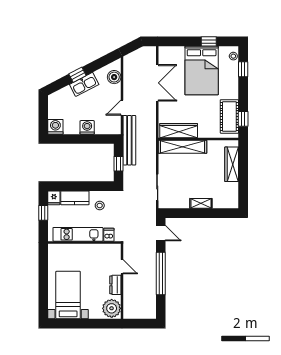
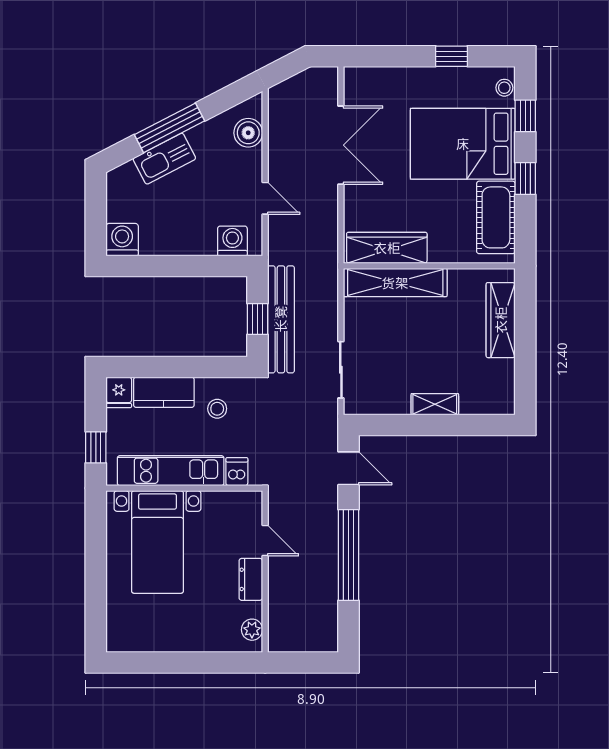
bed: (202, 71) -> (463, 144), moved, turned 90
window: (77, 75) -> (169, 128), width x2.17
kitchen sink: (84, 84) -> (164, 159), moved
door: (122, 108) -> (265, 198), swing flipped
window: (243, 119) -> (525, 178), moved
washing machine: (87, 127) -> (232, 241), moved
bench: (129, 140) -> (281, 319), moved
window: (43, 213) -> (96, 447), moved
bed with nightstands: (68, 295) -> (158, 542), moved, turned 180
plant: (112, 308) -> (252, 630), width x0.53, depth x0.53

